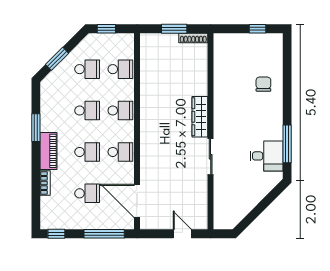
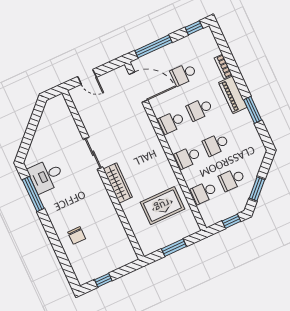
shoe rack: (193, 38) -> (154, 247), removed
window: (57, 59) -> (257, 189), moved
rug: (167, 75) -> (162, 206), added

